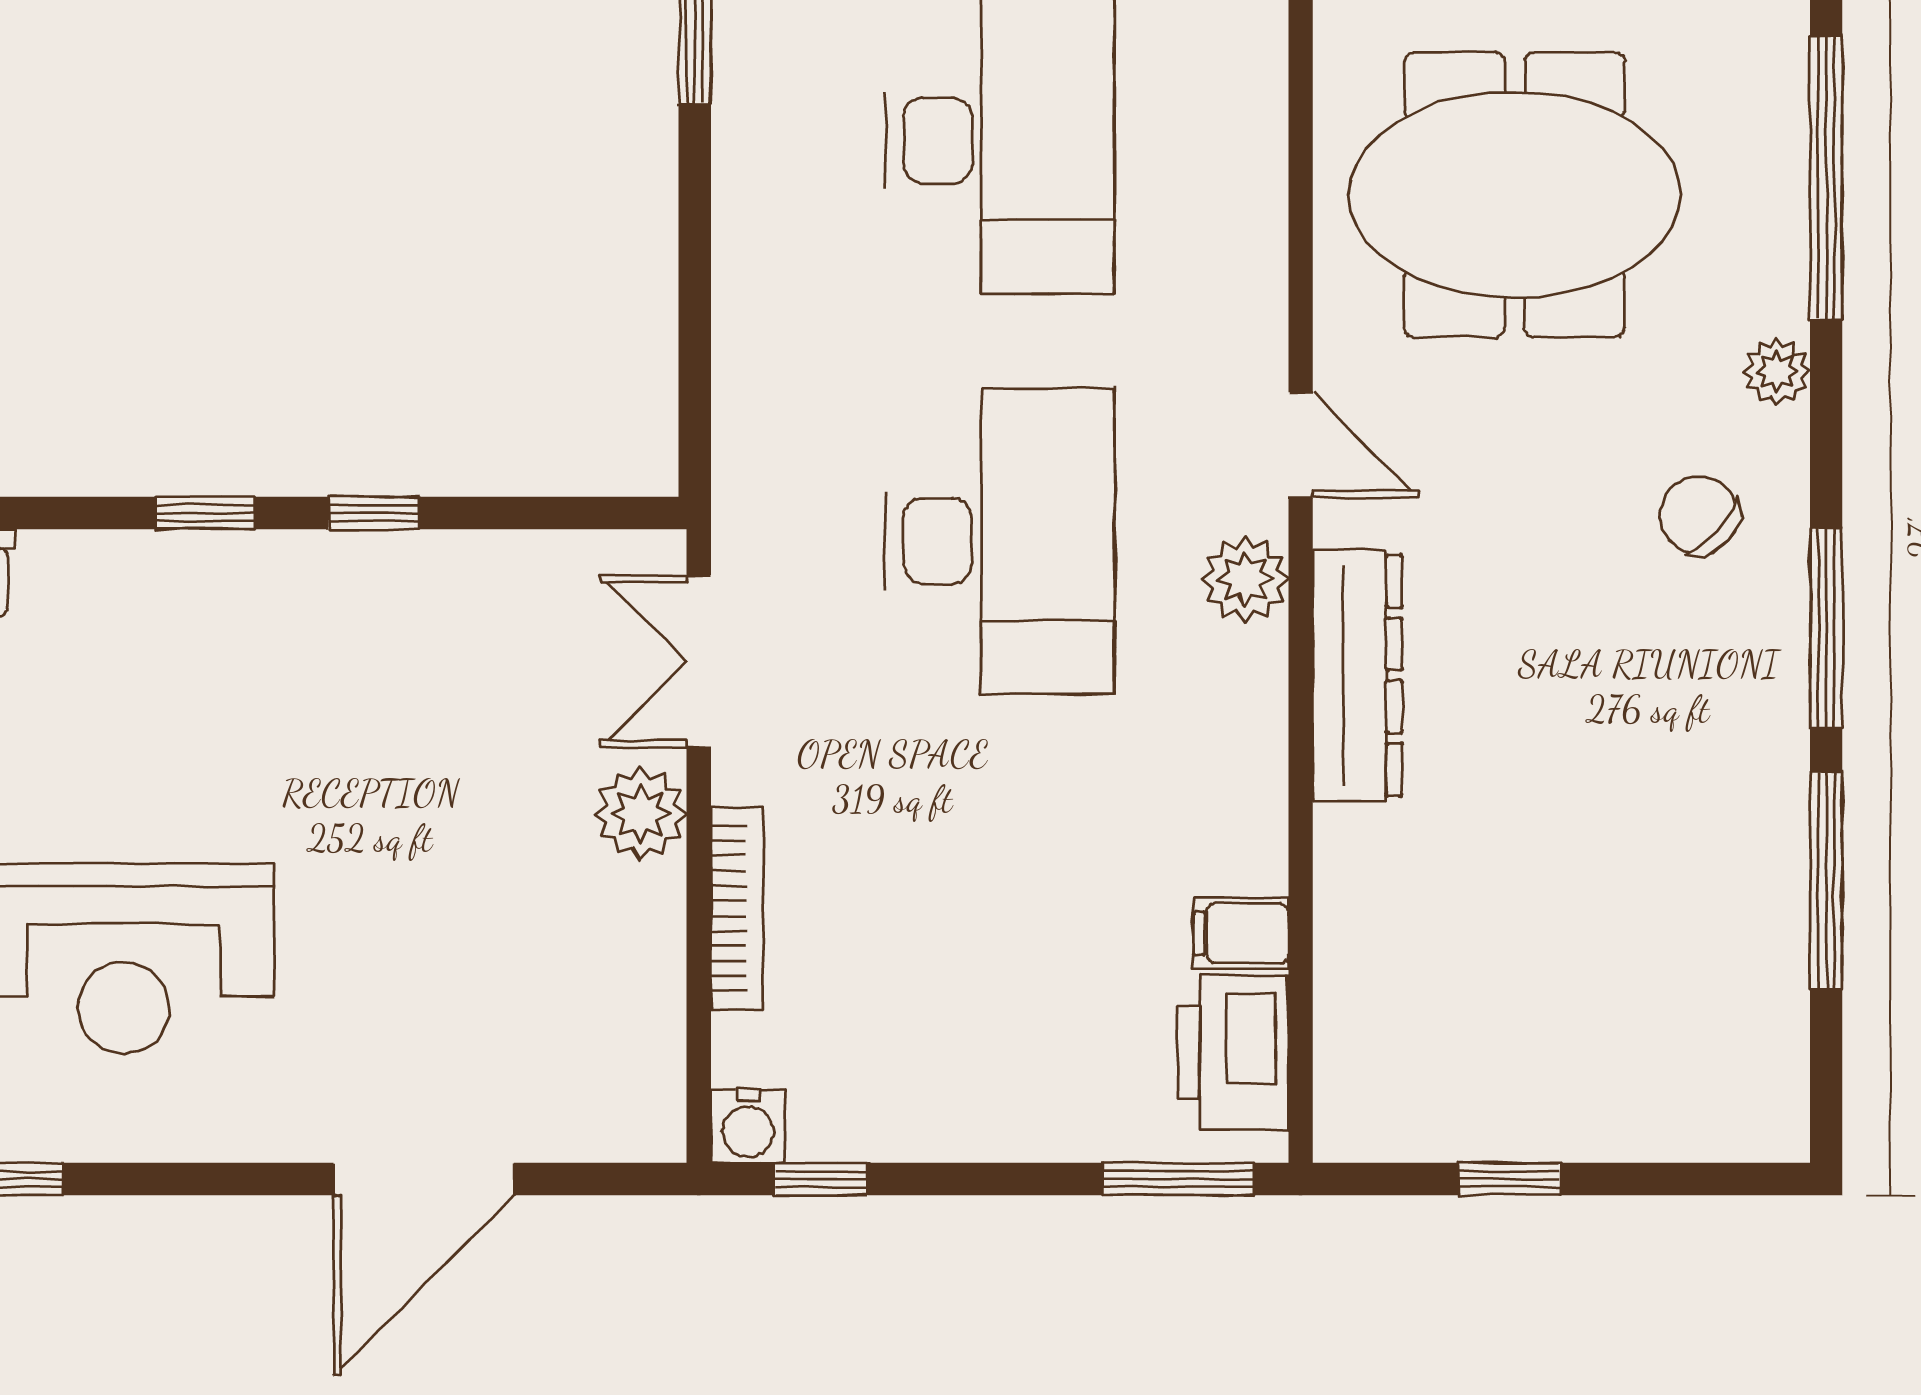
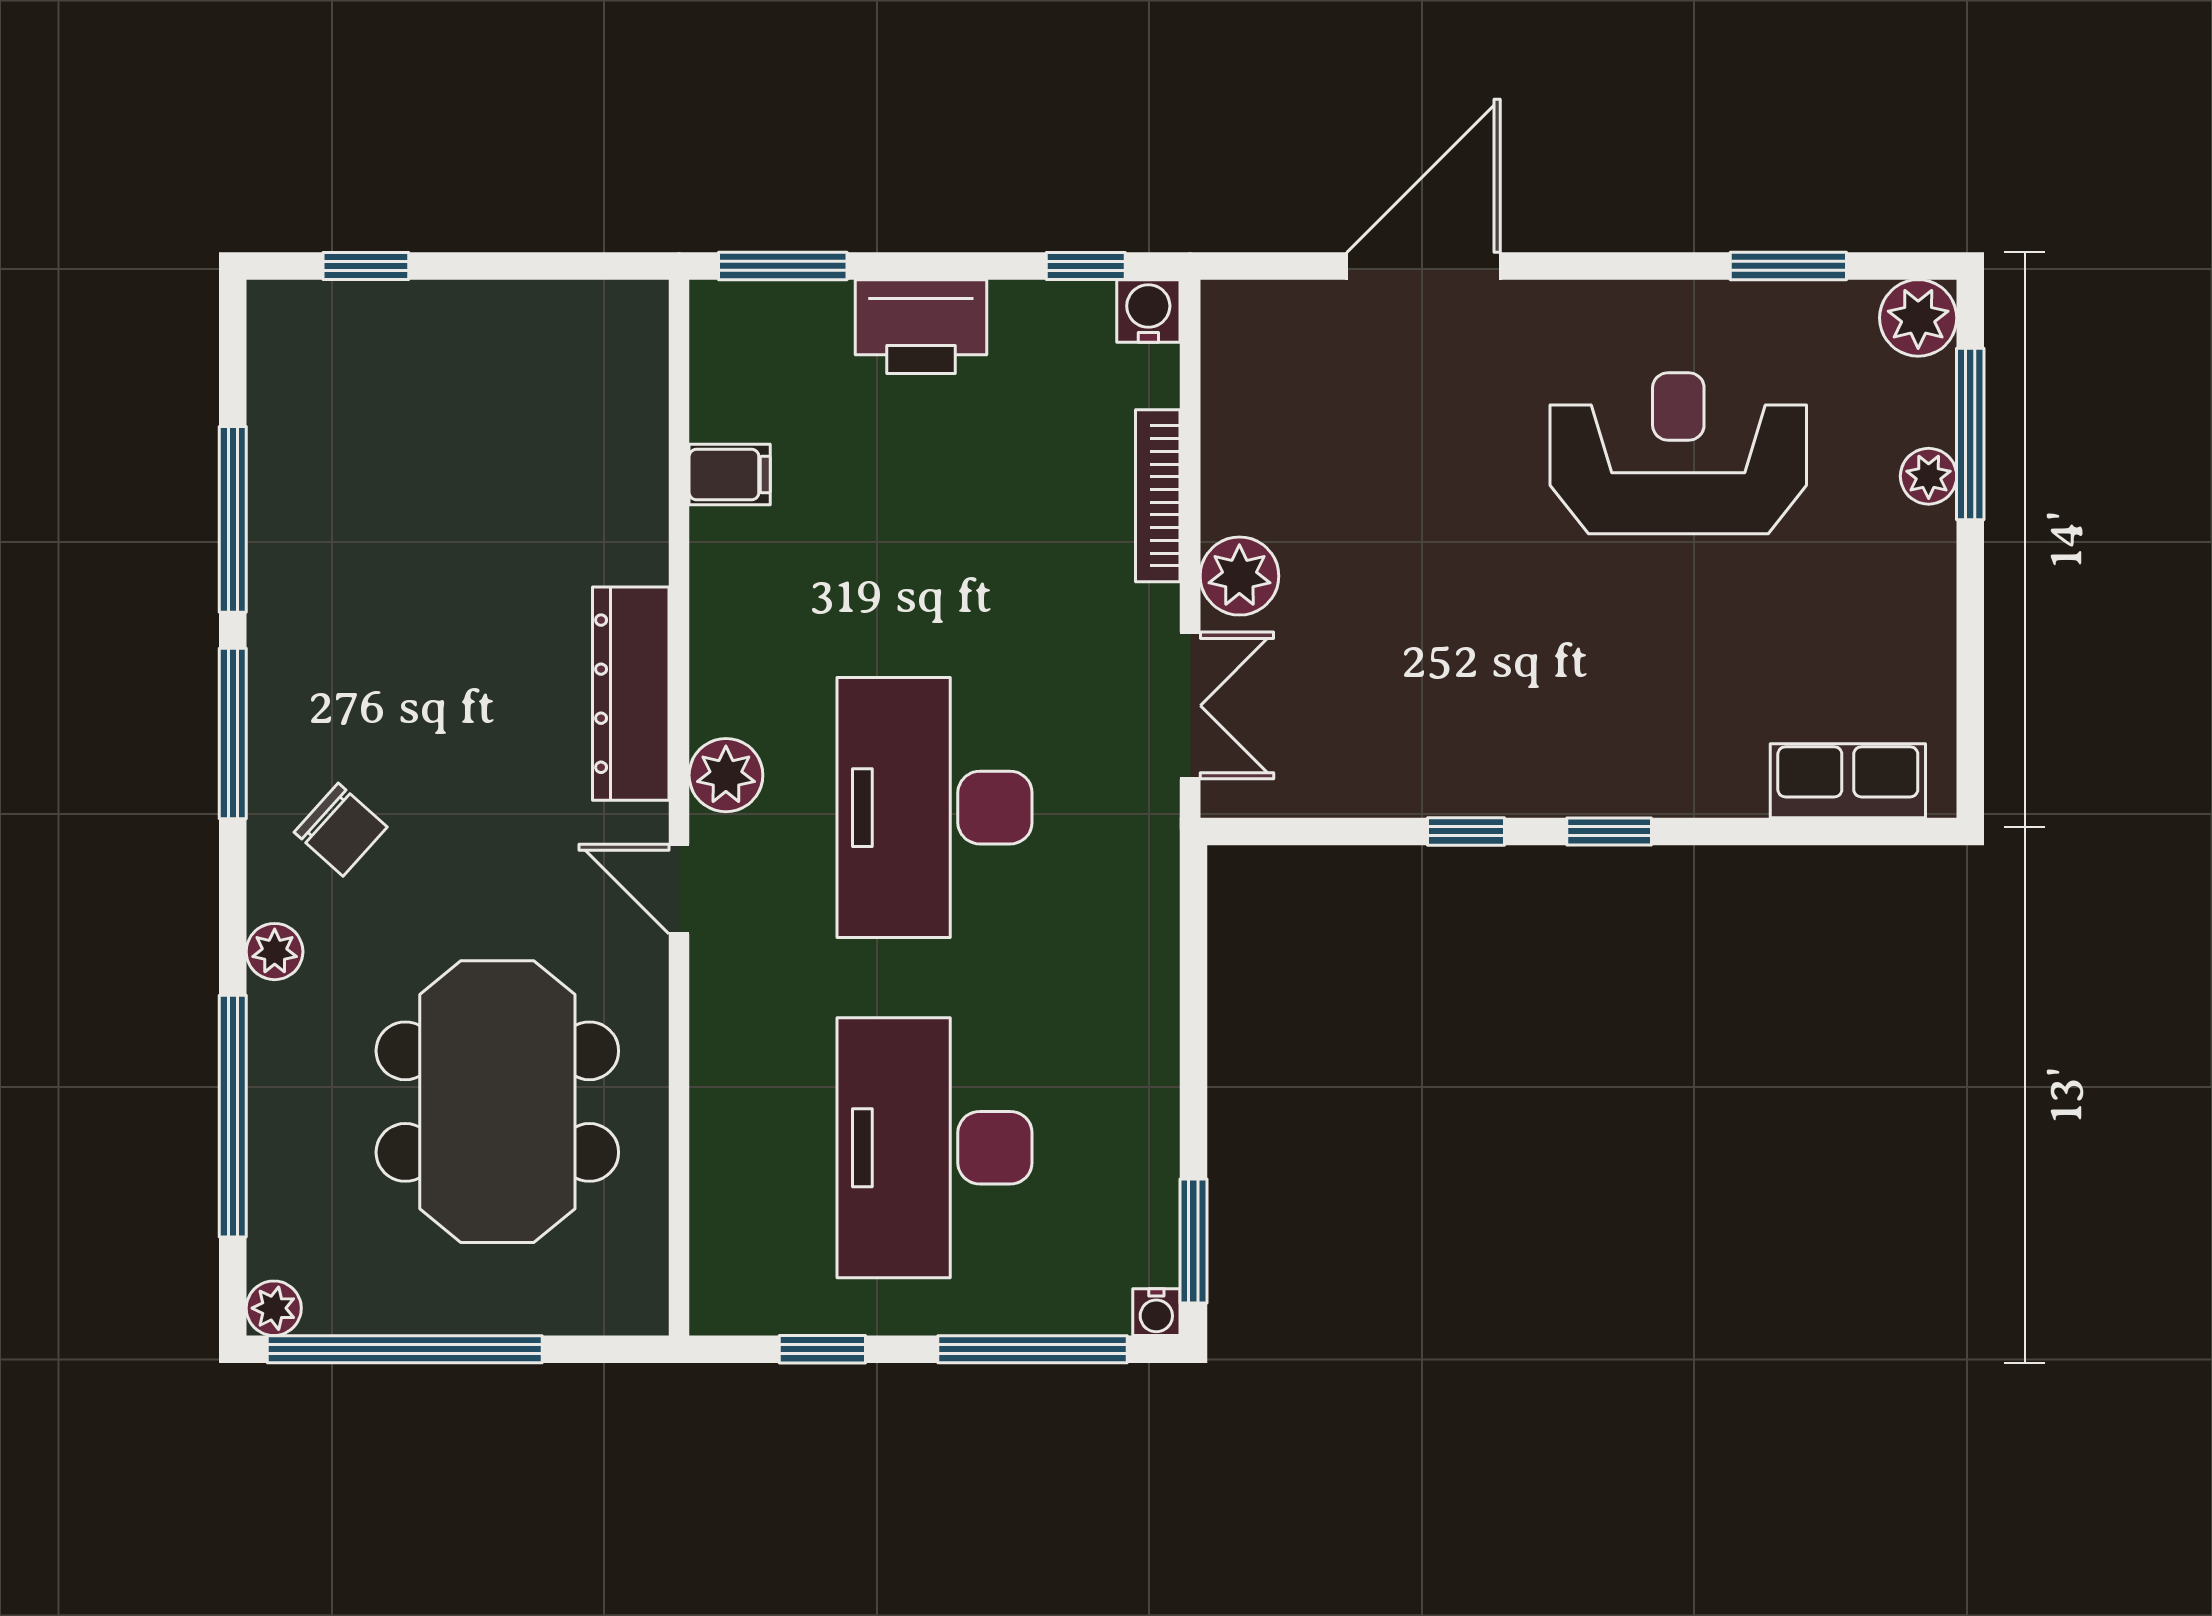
meeting table: (1515, 195) -> (497, 1102), turned 90
printer: (1233, 1053) -> (921, 327), moved, turned 90
window: (1510, 1179) -> (366, 266), moved

